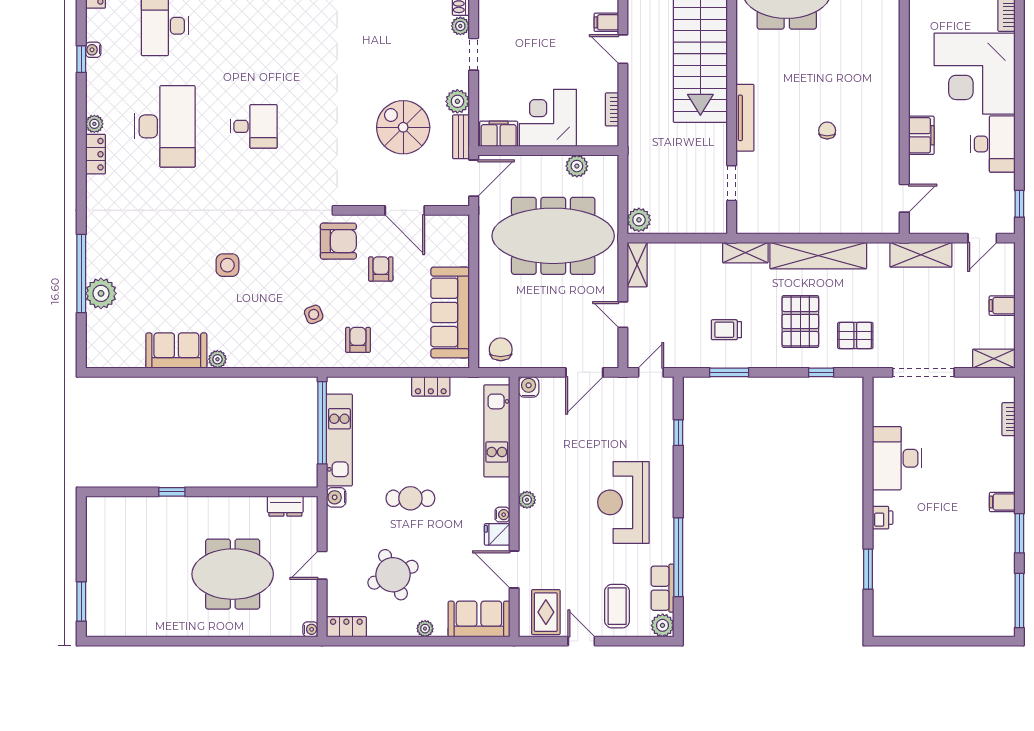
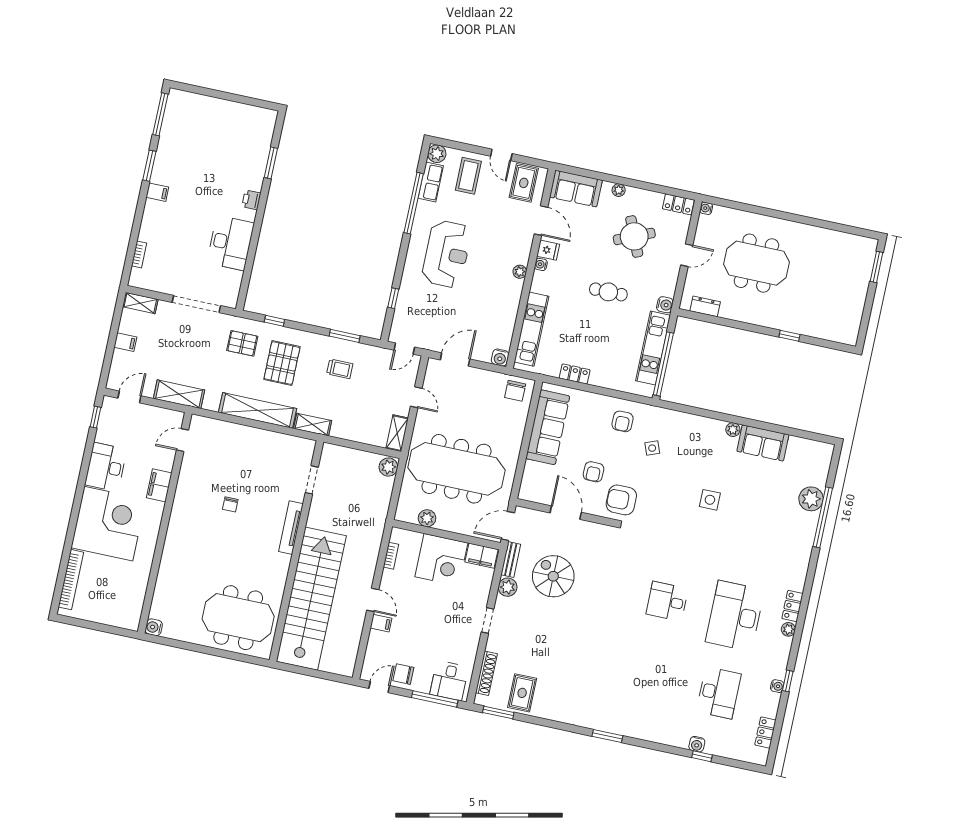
plant: (460, 26) -> (493, 644), removed
spiral stairs: (403, 127) -> (553, 576), turned 180

